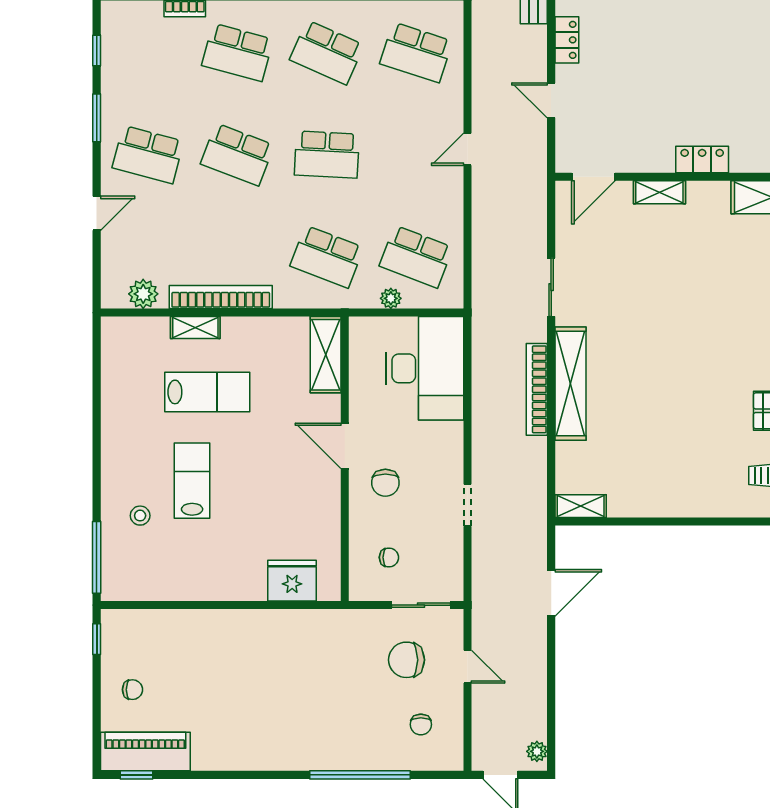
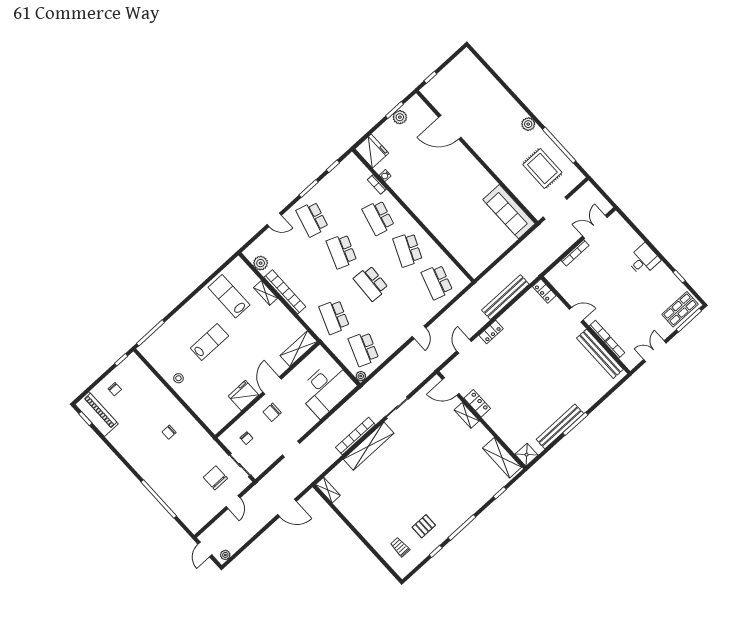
door: (468, 149) -> (419, 332), swing flipped
locker: (702, 159) -> (477, 403), moved
plant: (391, 298) -> (361, 376), moved
lab bench: (207, 392) -> (229, 296), moved, turned 180
stool: (140, 516) -> (178, 378), moved
fridge: (292, 581) -> (243, 396), moved, turned -90
chair: (421, 724) -> (169, 432), moved

